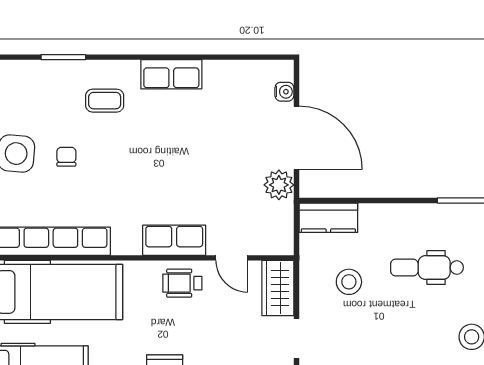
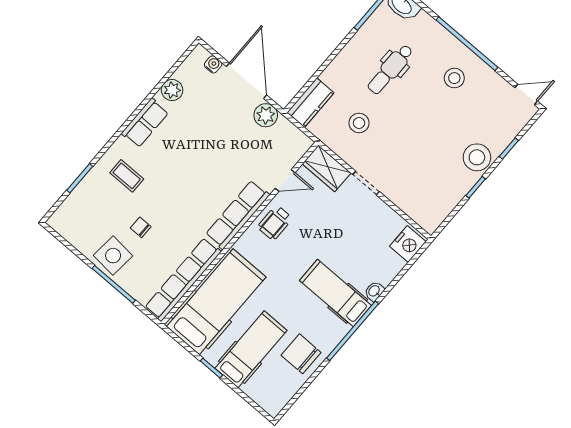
plant: (226, 73) -> (172, 90), added
coffee table: (105, 101) -> (127, 176), turned 90
door: (296, 138) -> (247, 81), hinge flipped
row of seats: (174, 240) -> (238, 215), width x1.48

